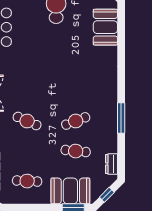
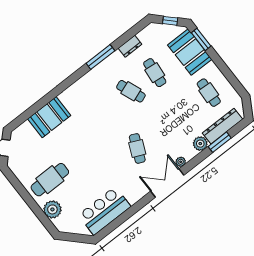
booth: (105, 27) -> (49, 117), moved
cafe table: (27, 121) -> (137, 148), moved
dresser: (112, 164) -> (130, 46), moved

